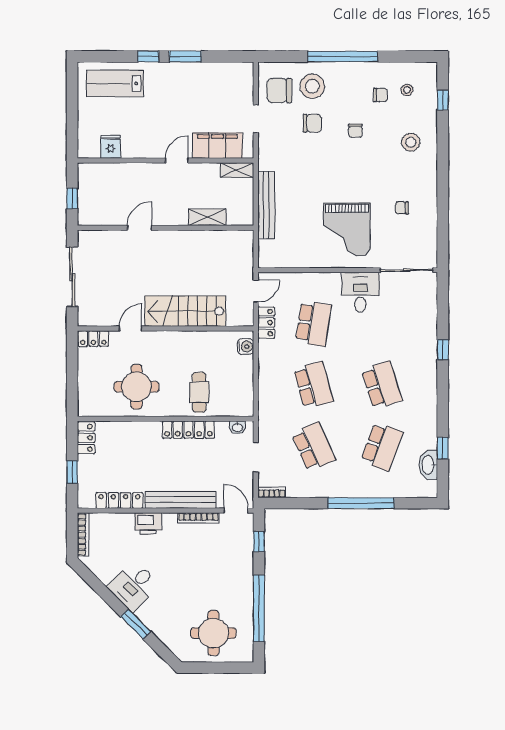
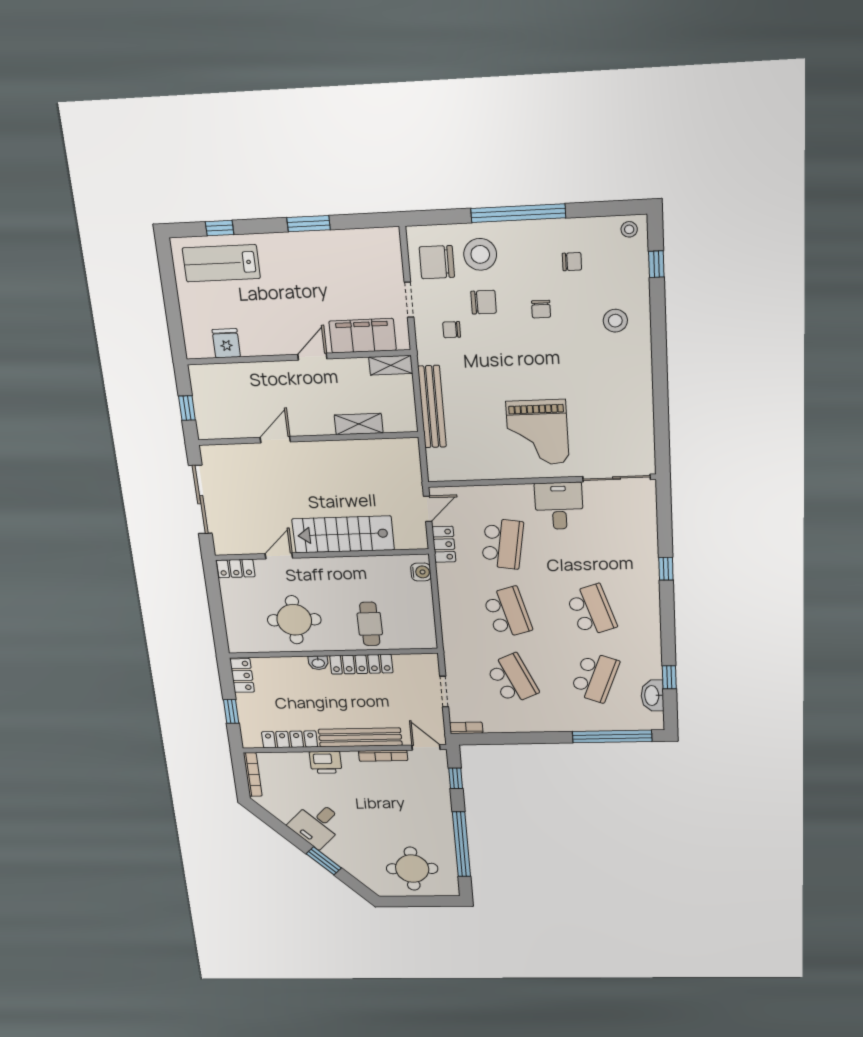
window: (148, 57) -> (219, 228), moved
stool: (407, 90) -> (629, 229), moved
chair: (402, 208) -> (452, 330), moved
washbasin: (237, 427) -> (318, 663), moved
window: (361, 503) -> (612, 736), moved

